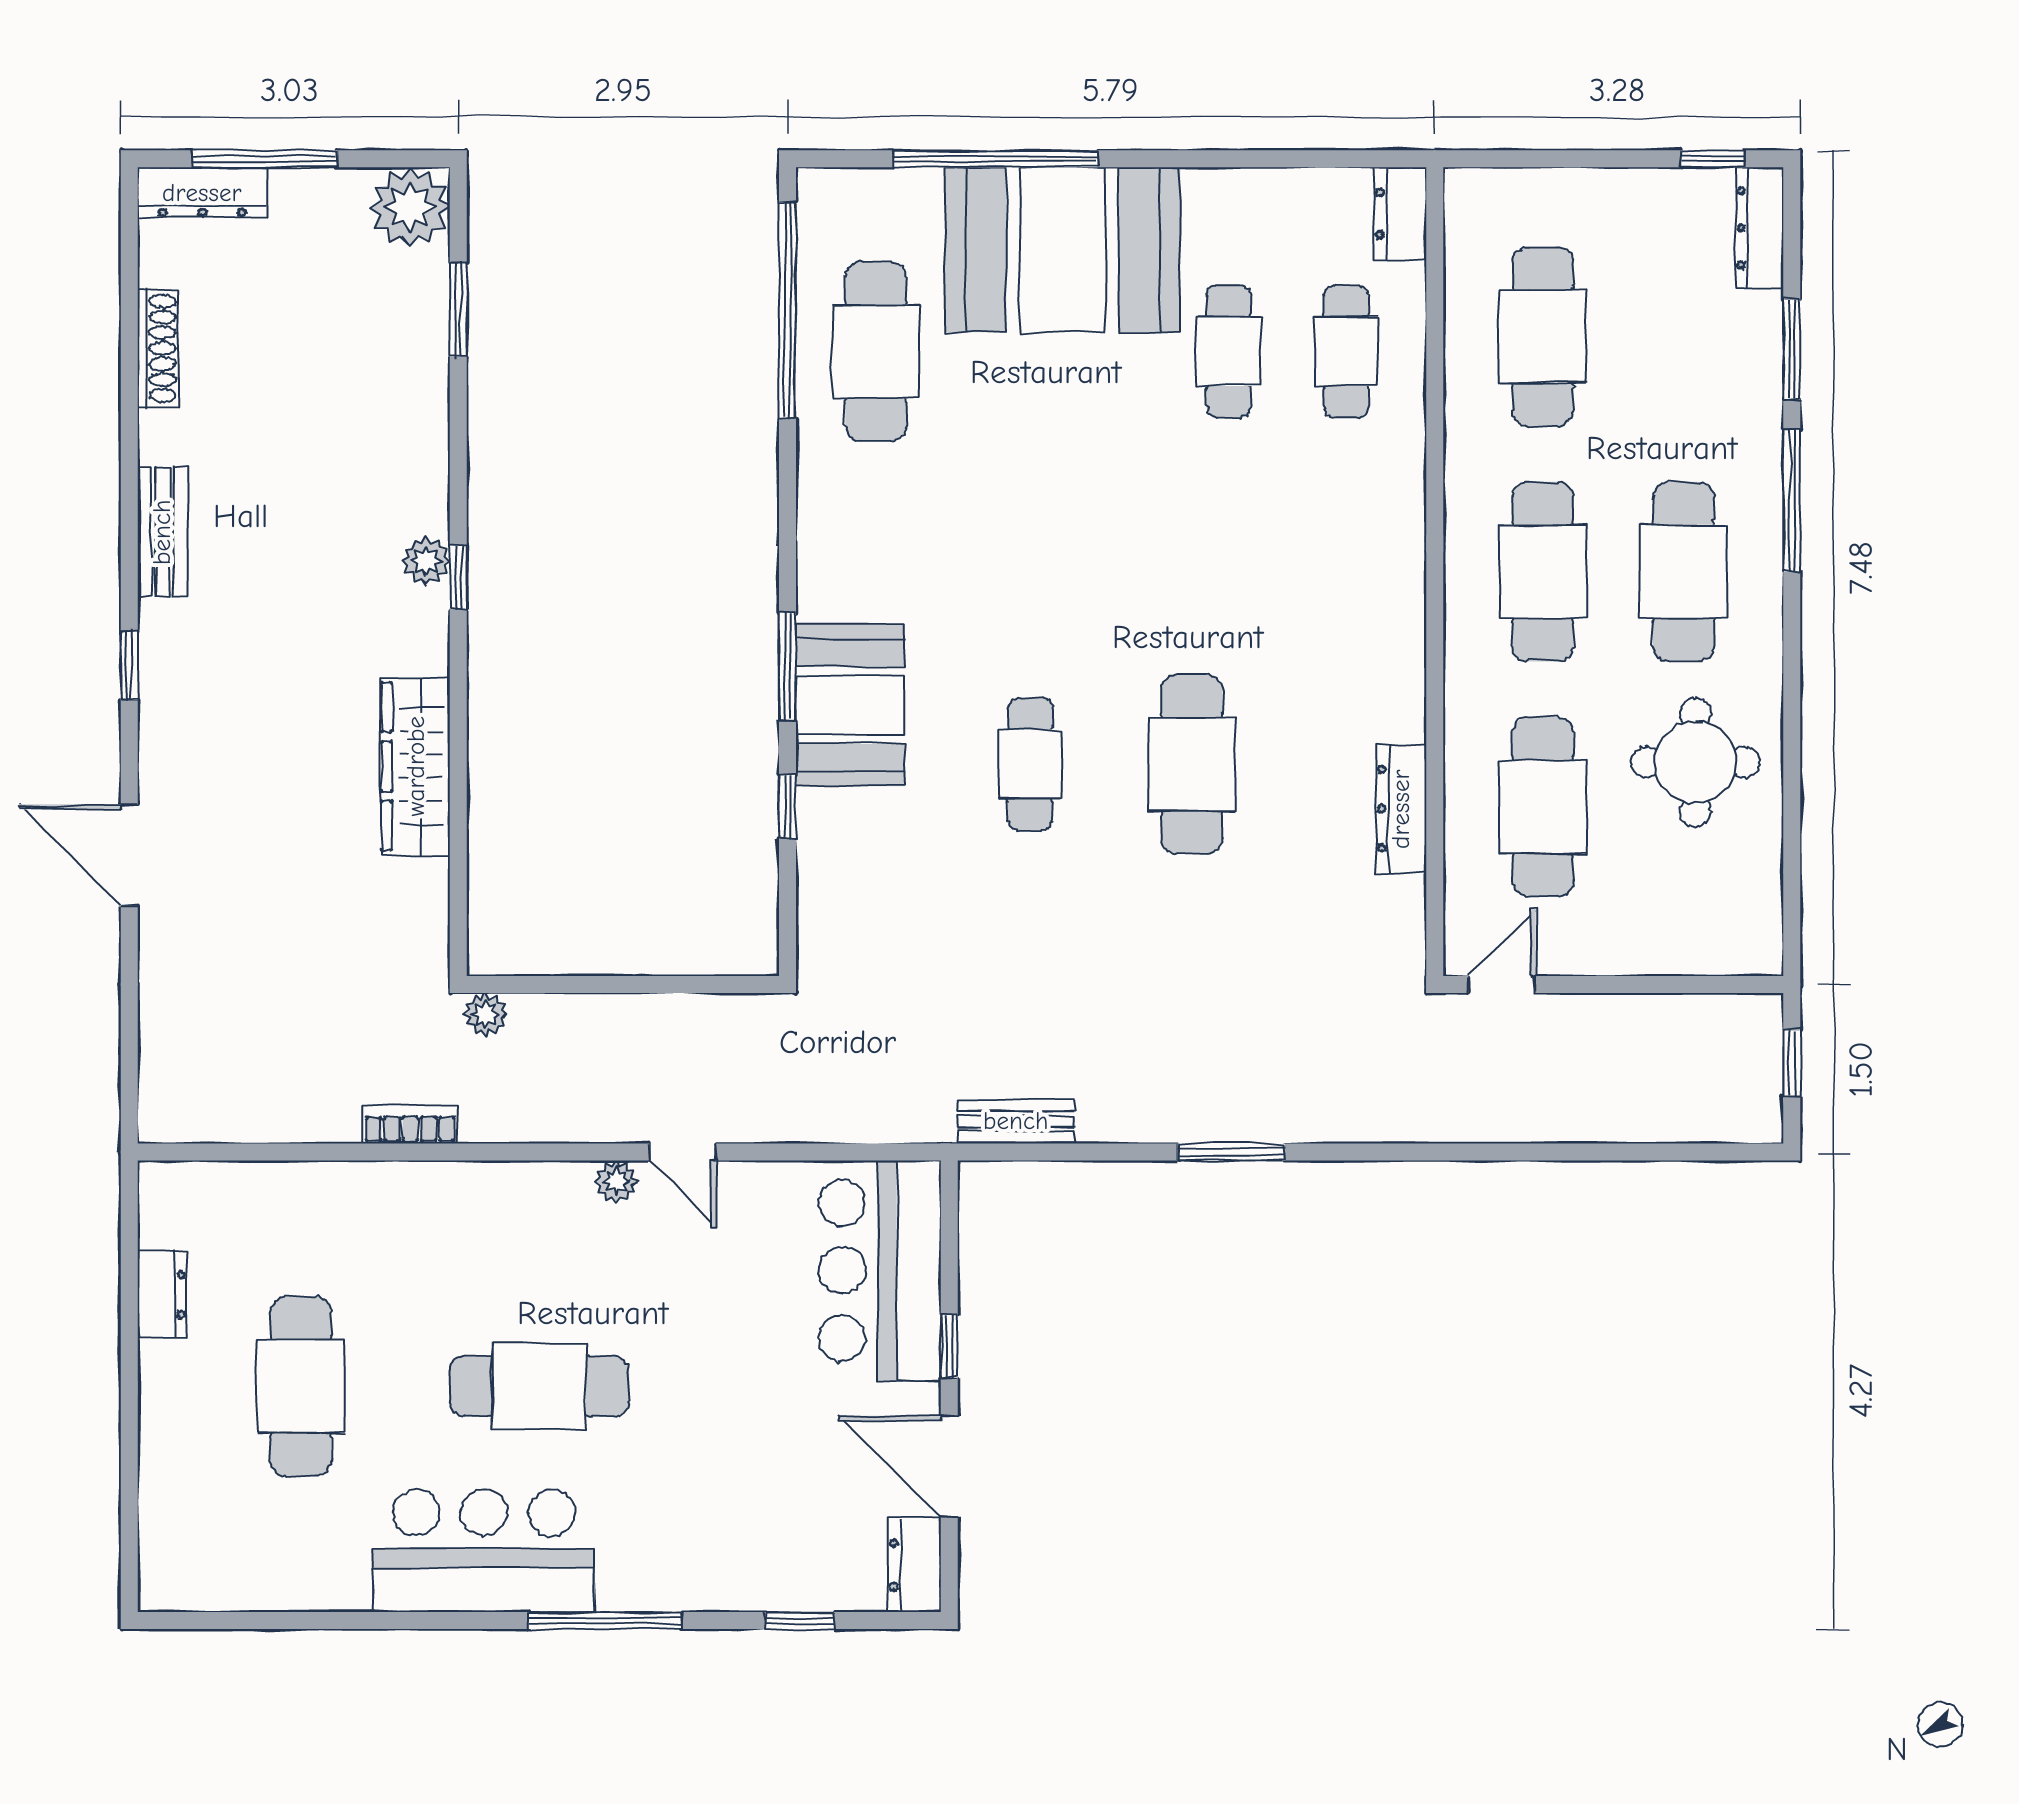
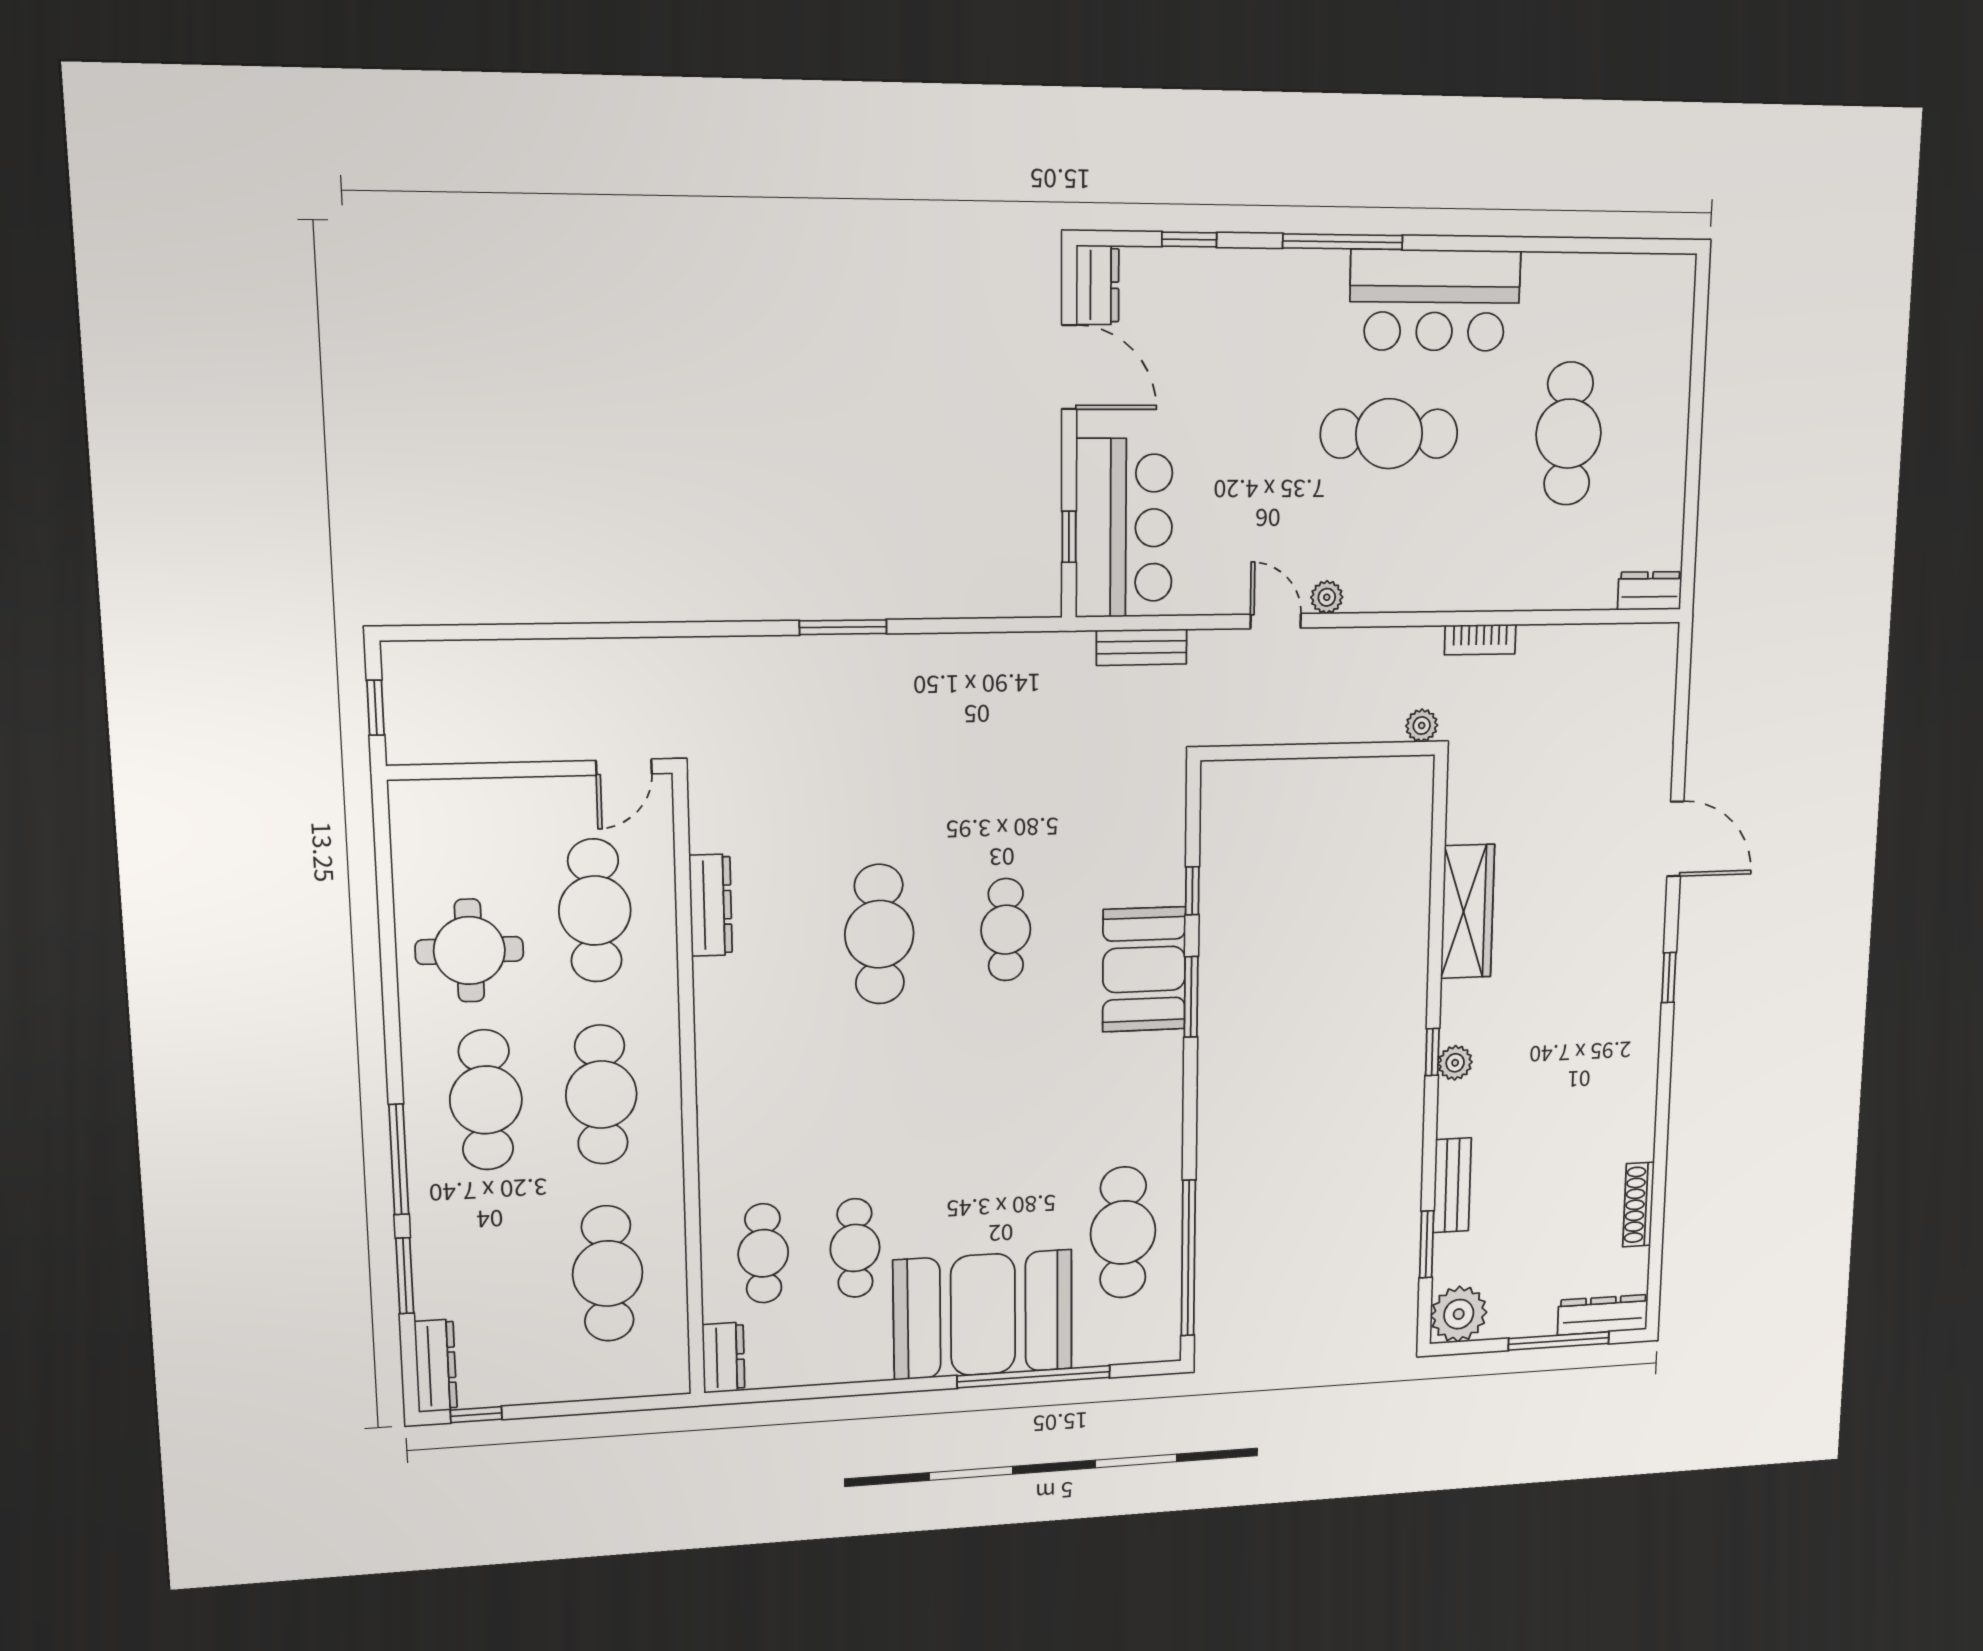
bench: (162, 532) -> (1452, 1185), moved
bench: (1016, 1121) -> (1142, 647), moved
dresser: (162, 1295) -> (1650, 591), moved, turned 90
window: (949, 1346) -> (1069, 537), moved

